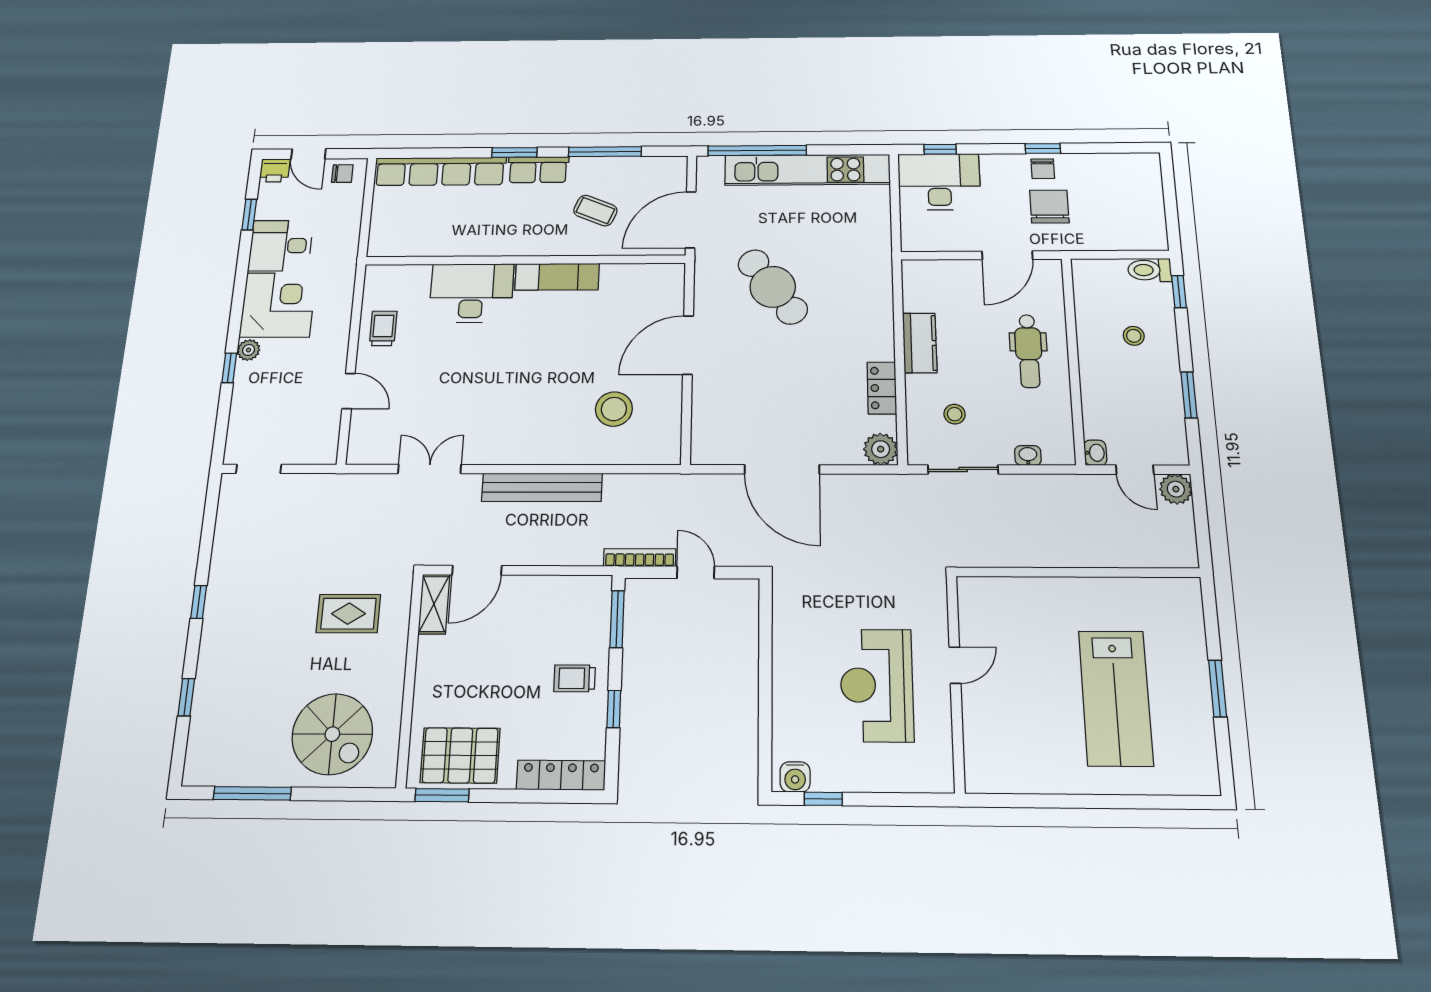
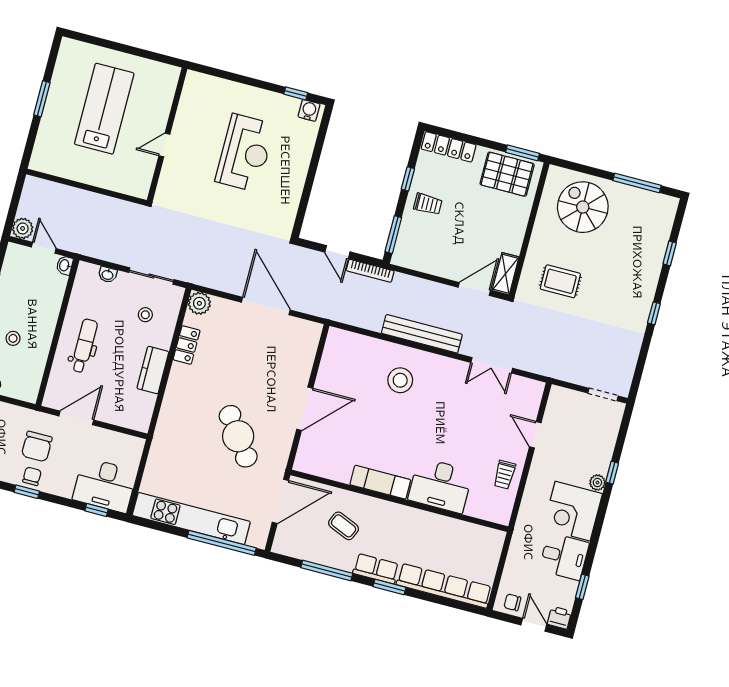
stool: (614, 409) -> (400, 380), moved
door: (955, 665) -> (164, 145), moved
wall: (956, 682) -> (167, 135), moved

